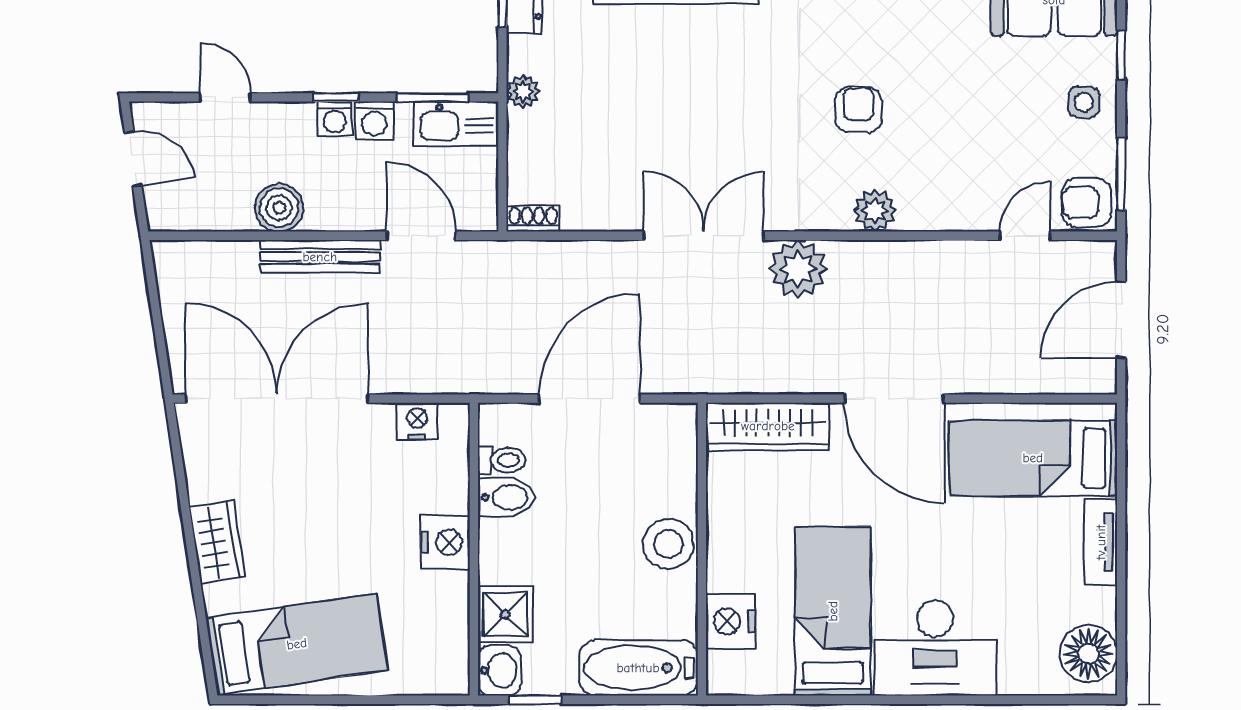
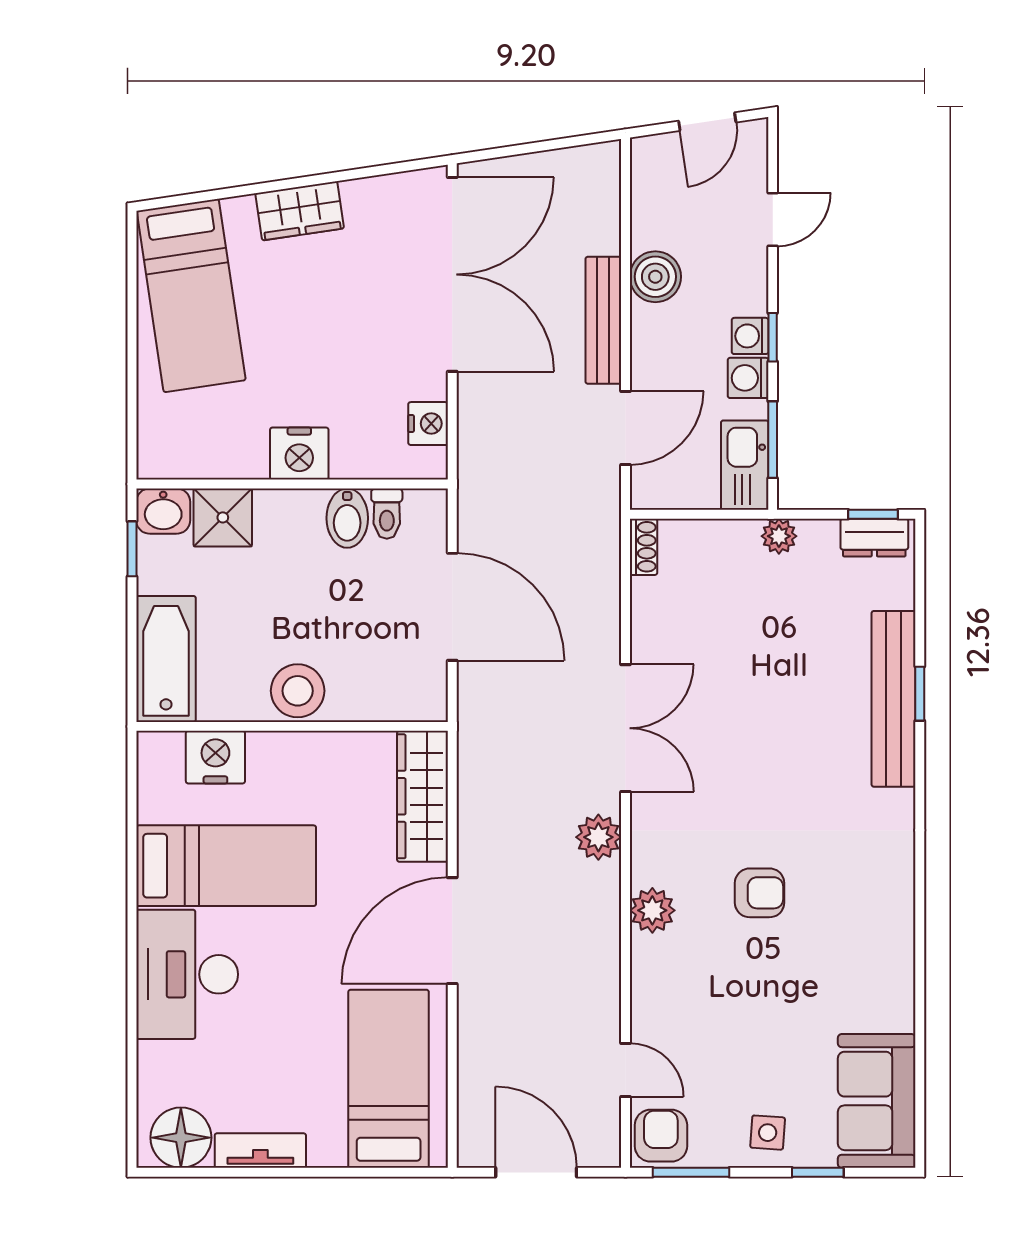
plant: (798, 269) -> (598, 837), width x0.73, depth x0.73
tv unit: (1101, 542) -> (260, 1151), moved

